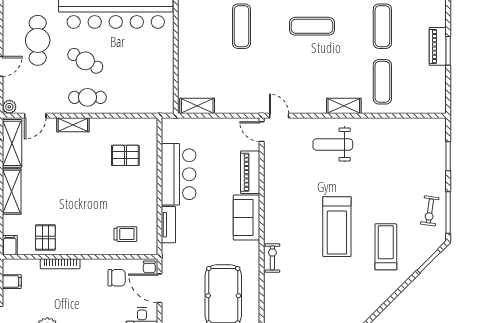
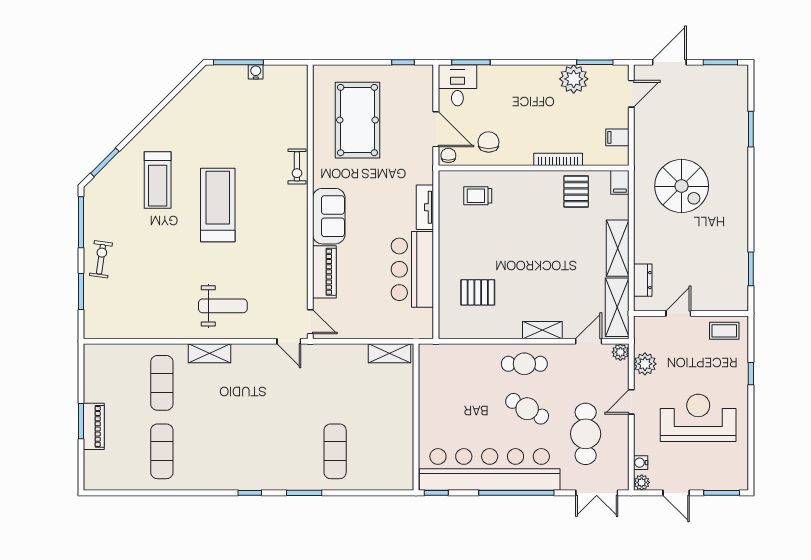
exercise mat: (312, 26) -> (248, 451), removed
exercise bike: (430, 211) -> (101, 259), moved
chair: (117, 278) -> (489, 142), turned 90

